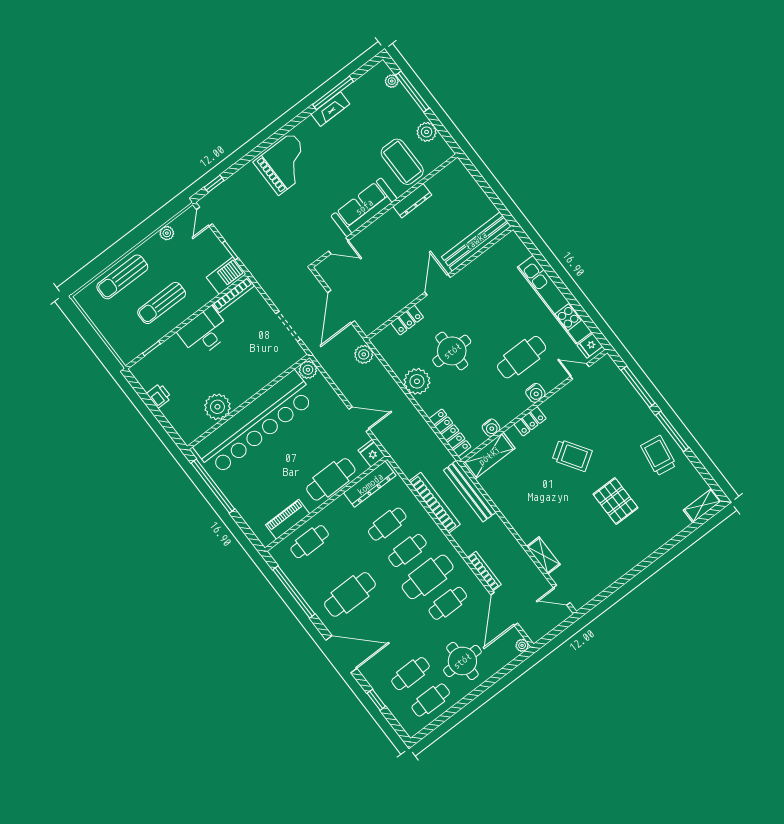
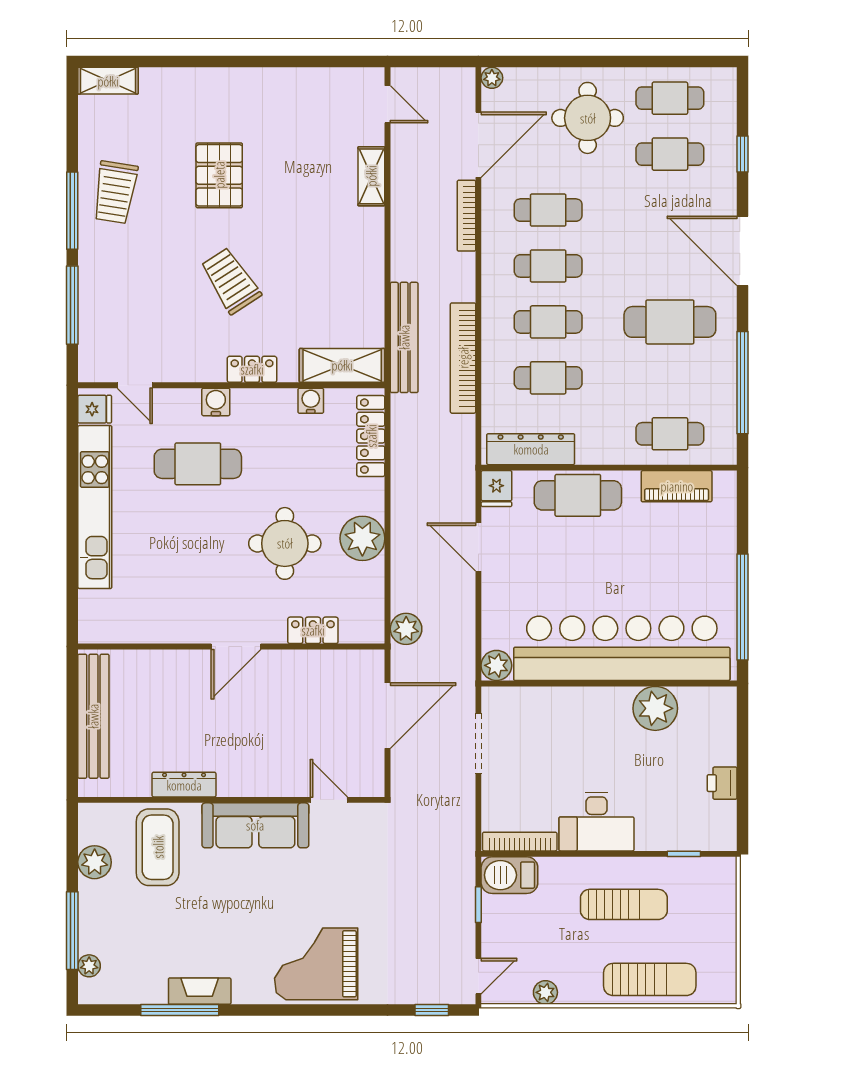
bench: (476, 241) -> (93, 716), moved, turned 90
cafe table: (428, 577) -> (548, 266), width x0.73, depth x0.74

